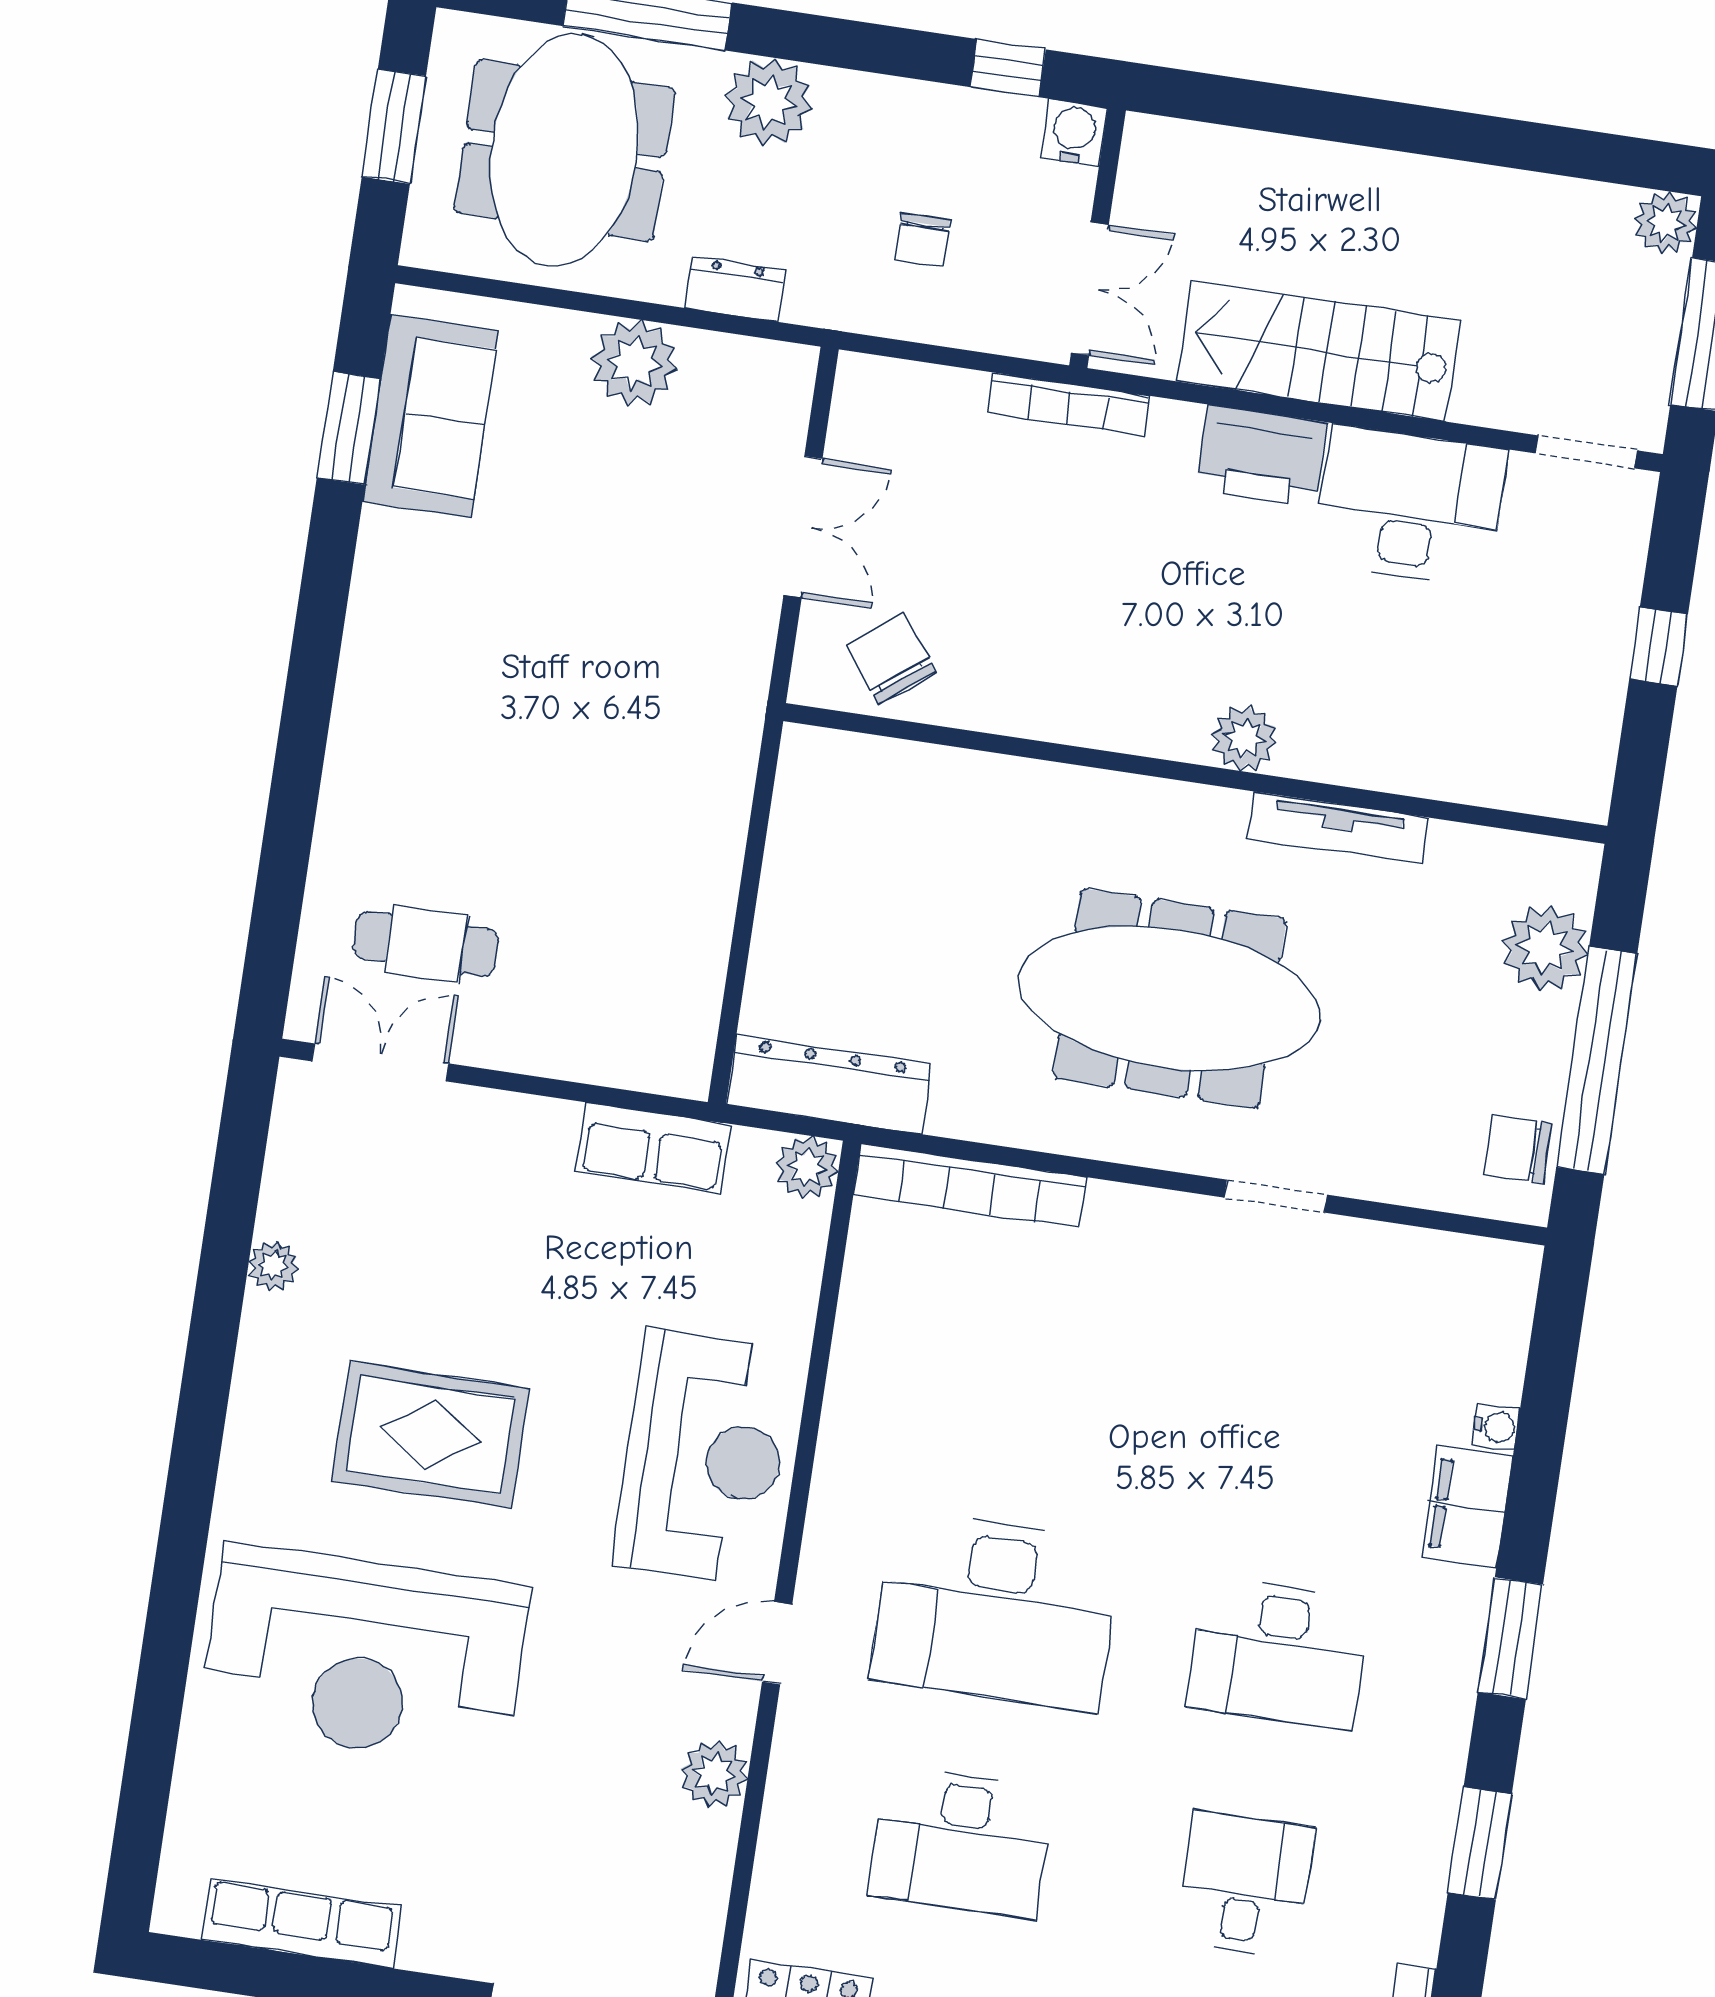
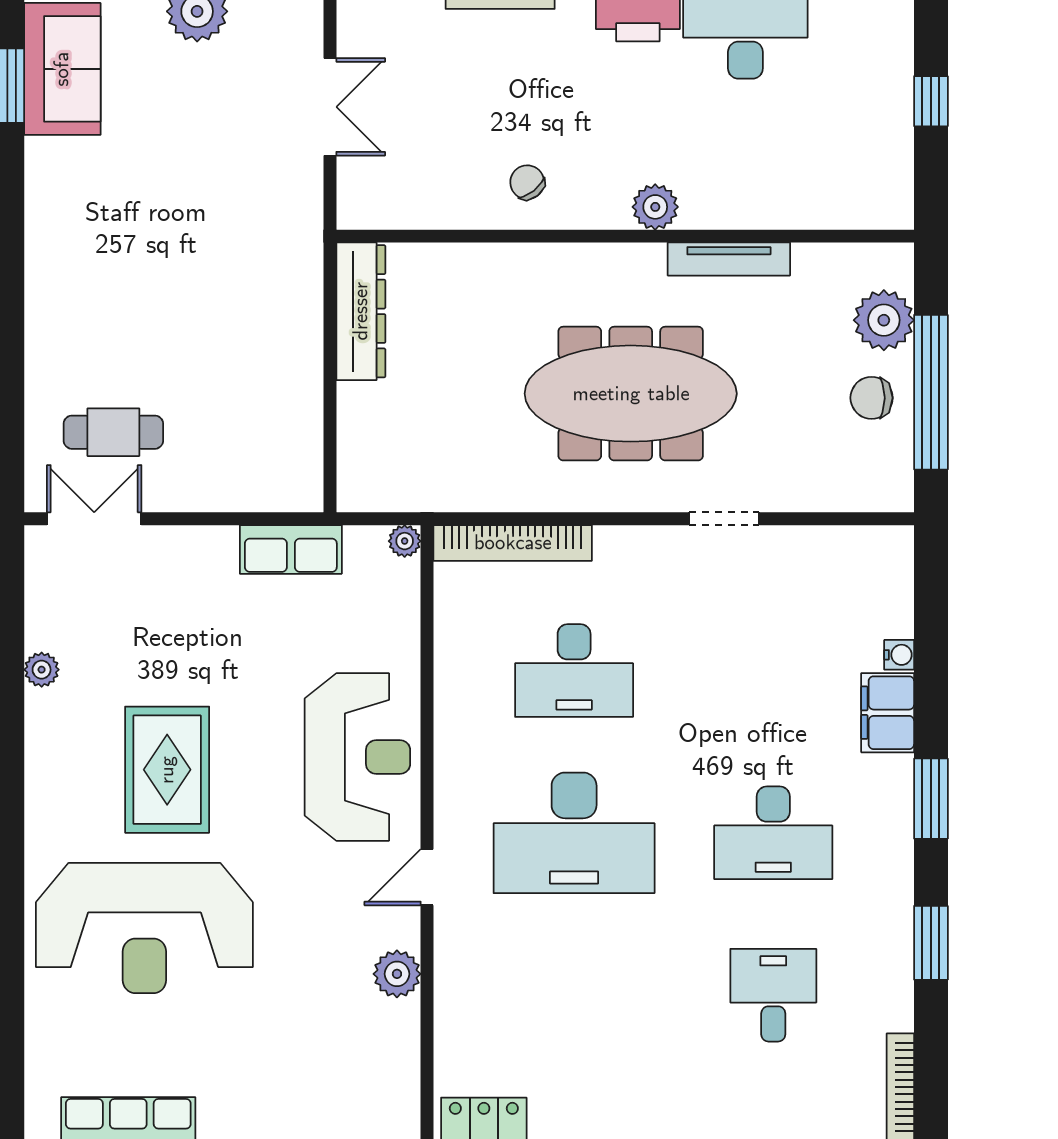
chair: (891, 659) -> (527, 182), moved, width x0.73, depth x0.73
dresser: (829, 1085) -> (361, 311), moved, turned 90
chair: (1517, 1149) -> (872, 398), moved
plant: (807, 1167) -> (405, 541), width x0.73, depth x0.73
rug: (431, 1435) -> (167, 770), turned 90
desk: (961, 1842) -> (574, 671), moved

